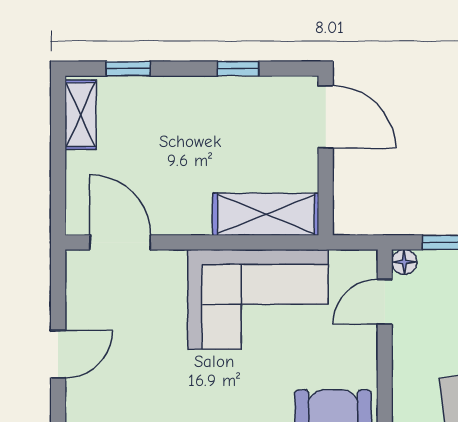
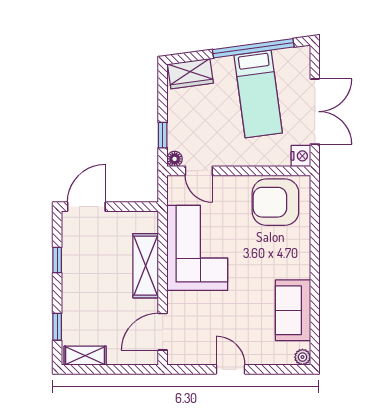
shelving: (266, 214) -> (146, 266), moved

